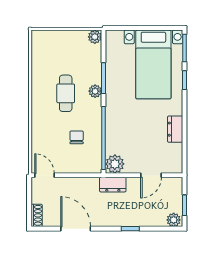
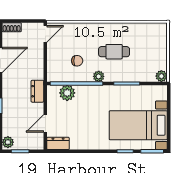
plant: (95, 91) -> (99, 76), moved
dresser: (175, 129) -> (58, 143), moved
plant: (115, 164) -> (67, 93), moved
door: (151, 175) -> (45, 123), hinge flipped

